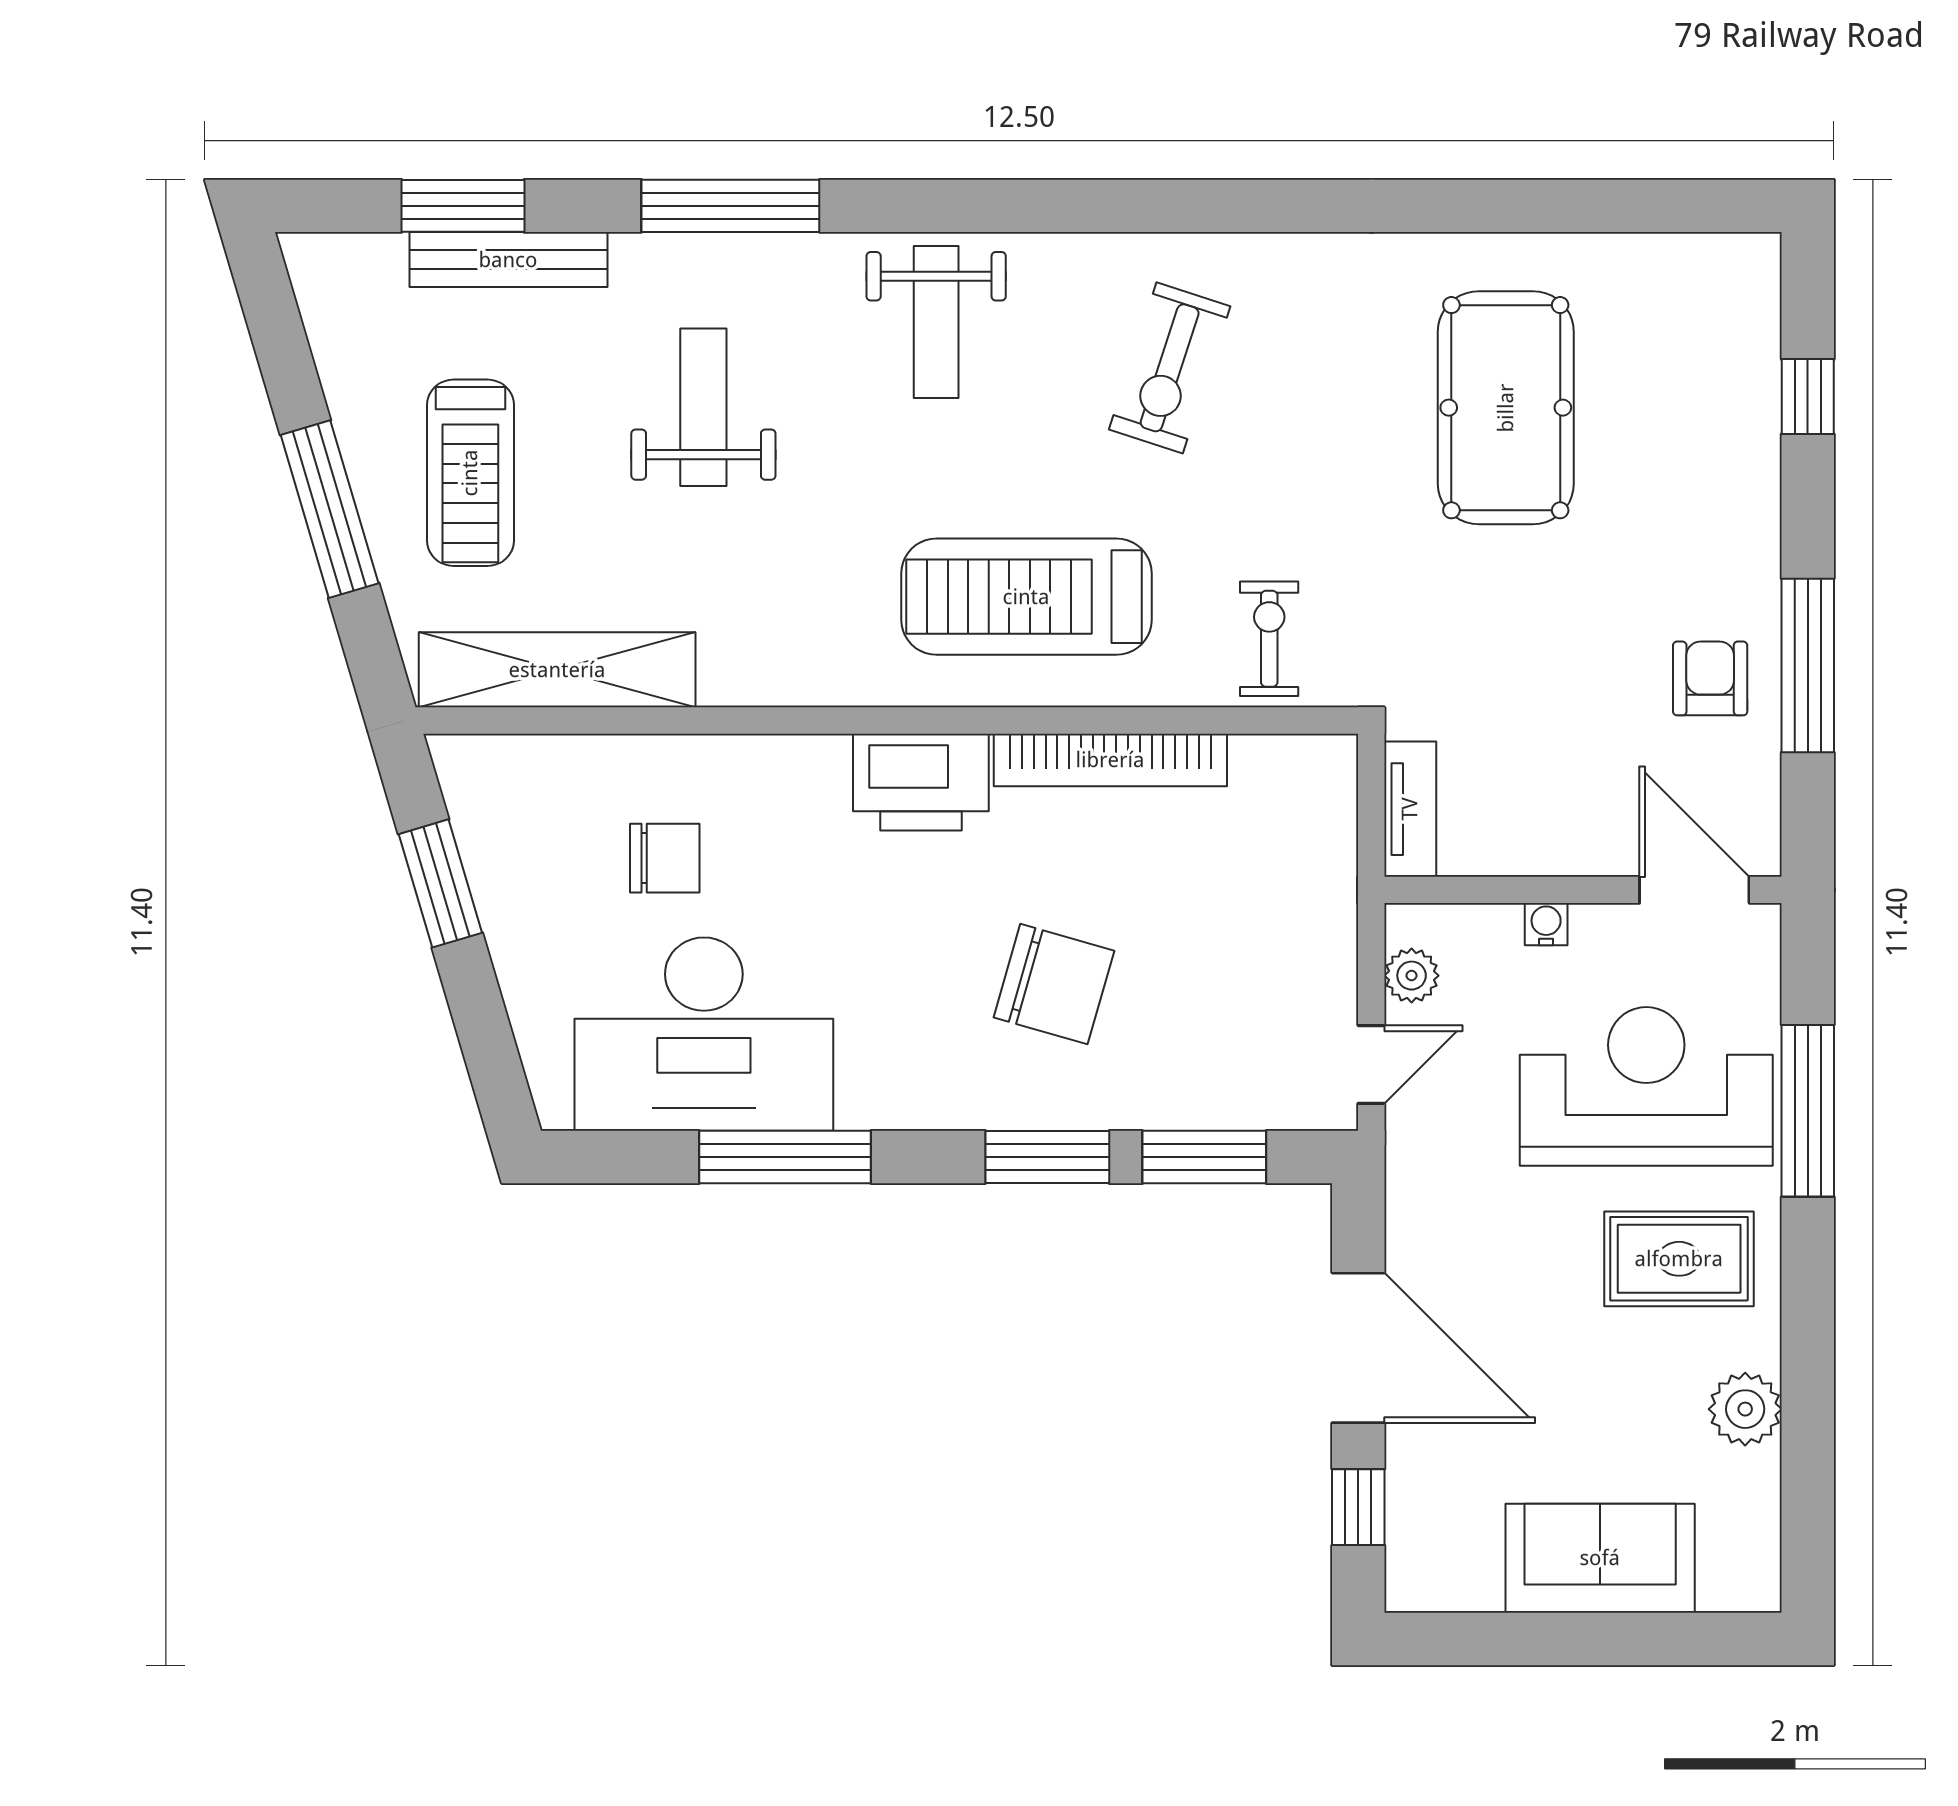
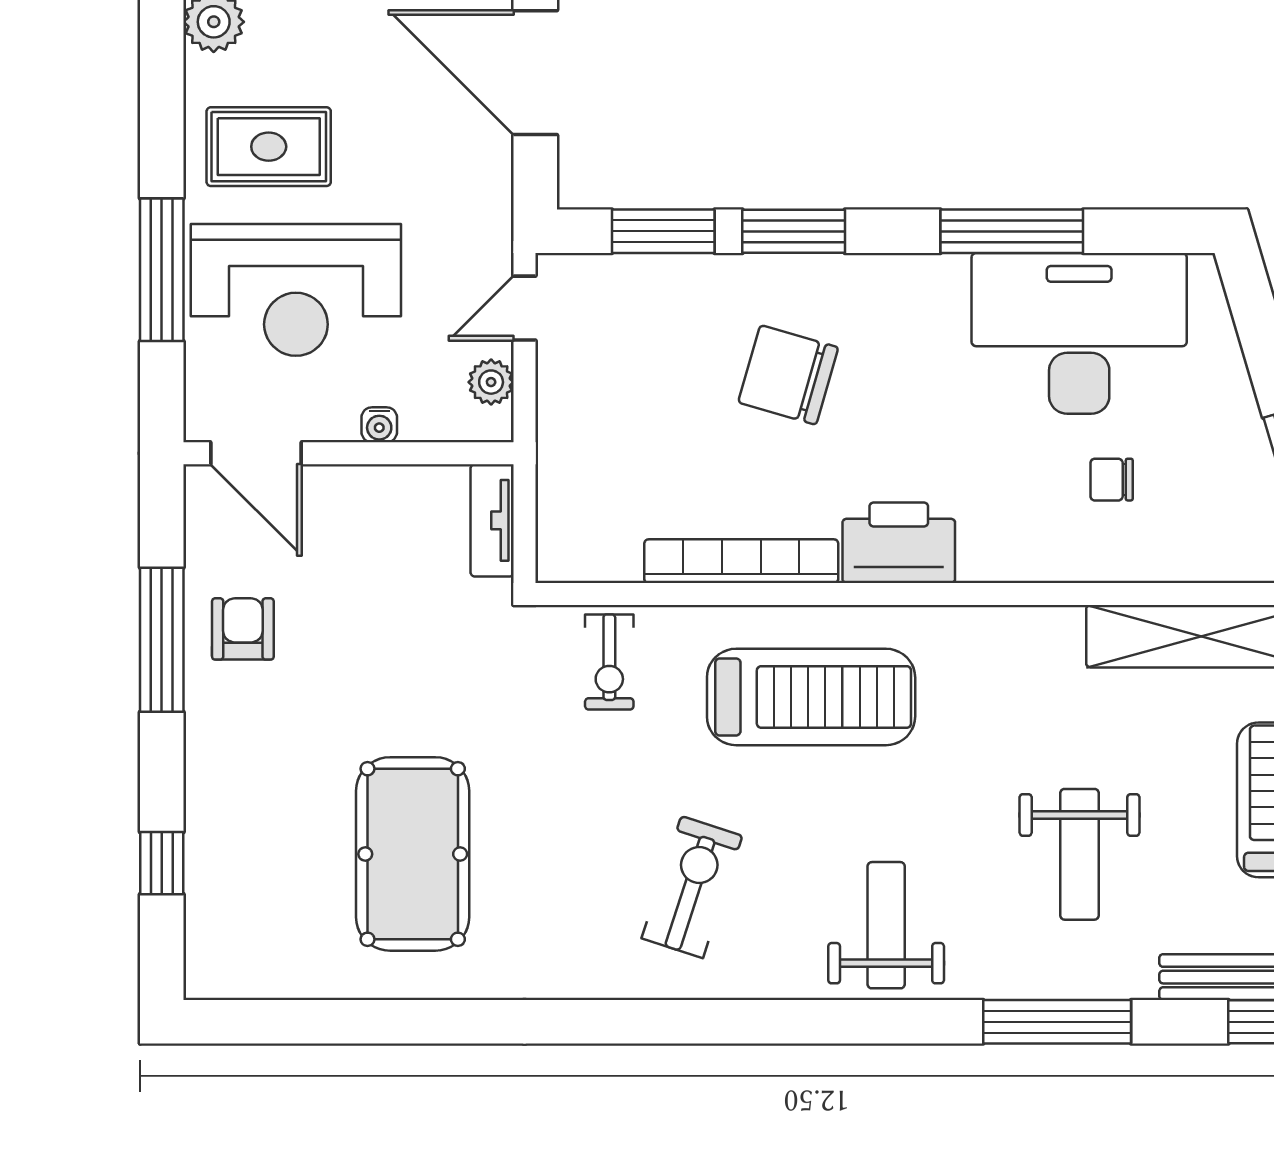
armchair: (1710, 678) -> (243, 629), turned 180
chair: (665, 858) -> (1112, 480), width x0.73, depth x0.73

